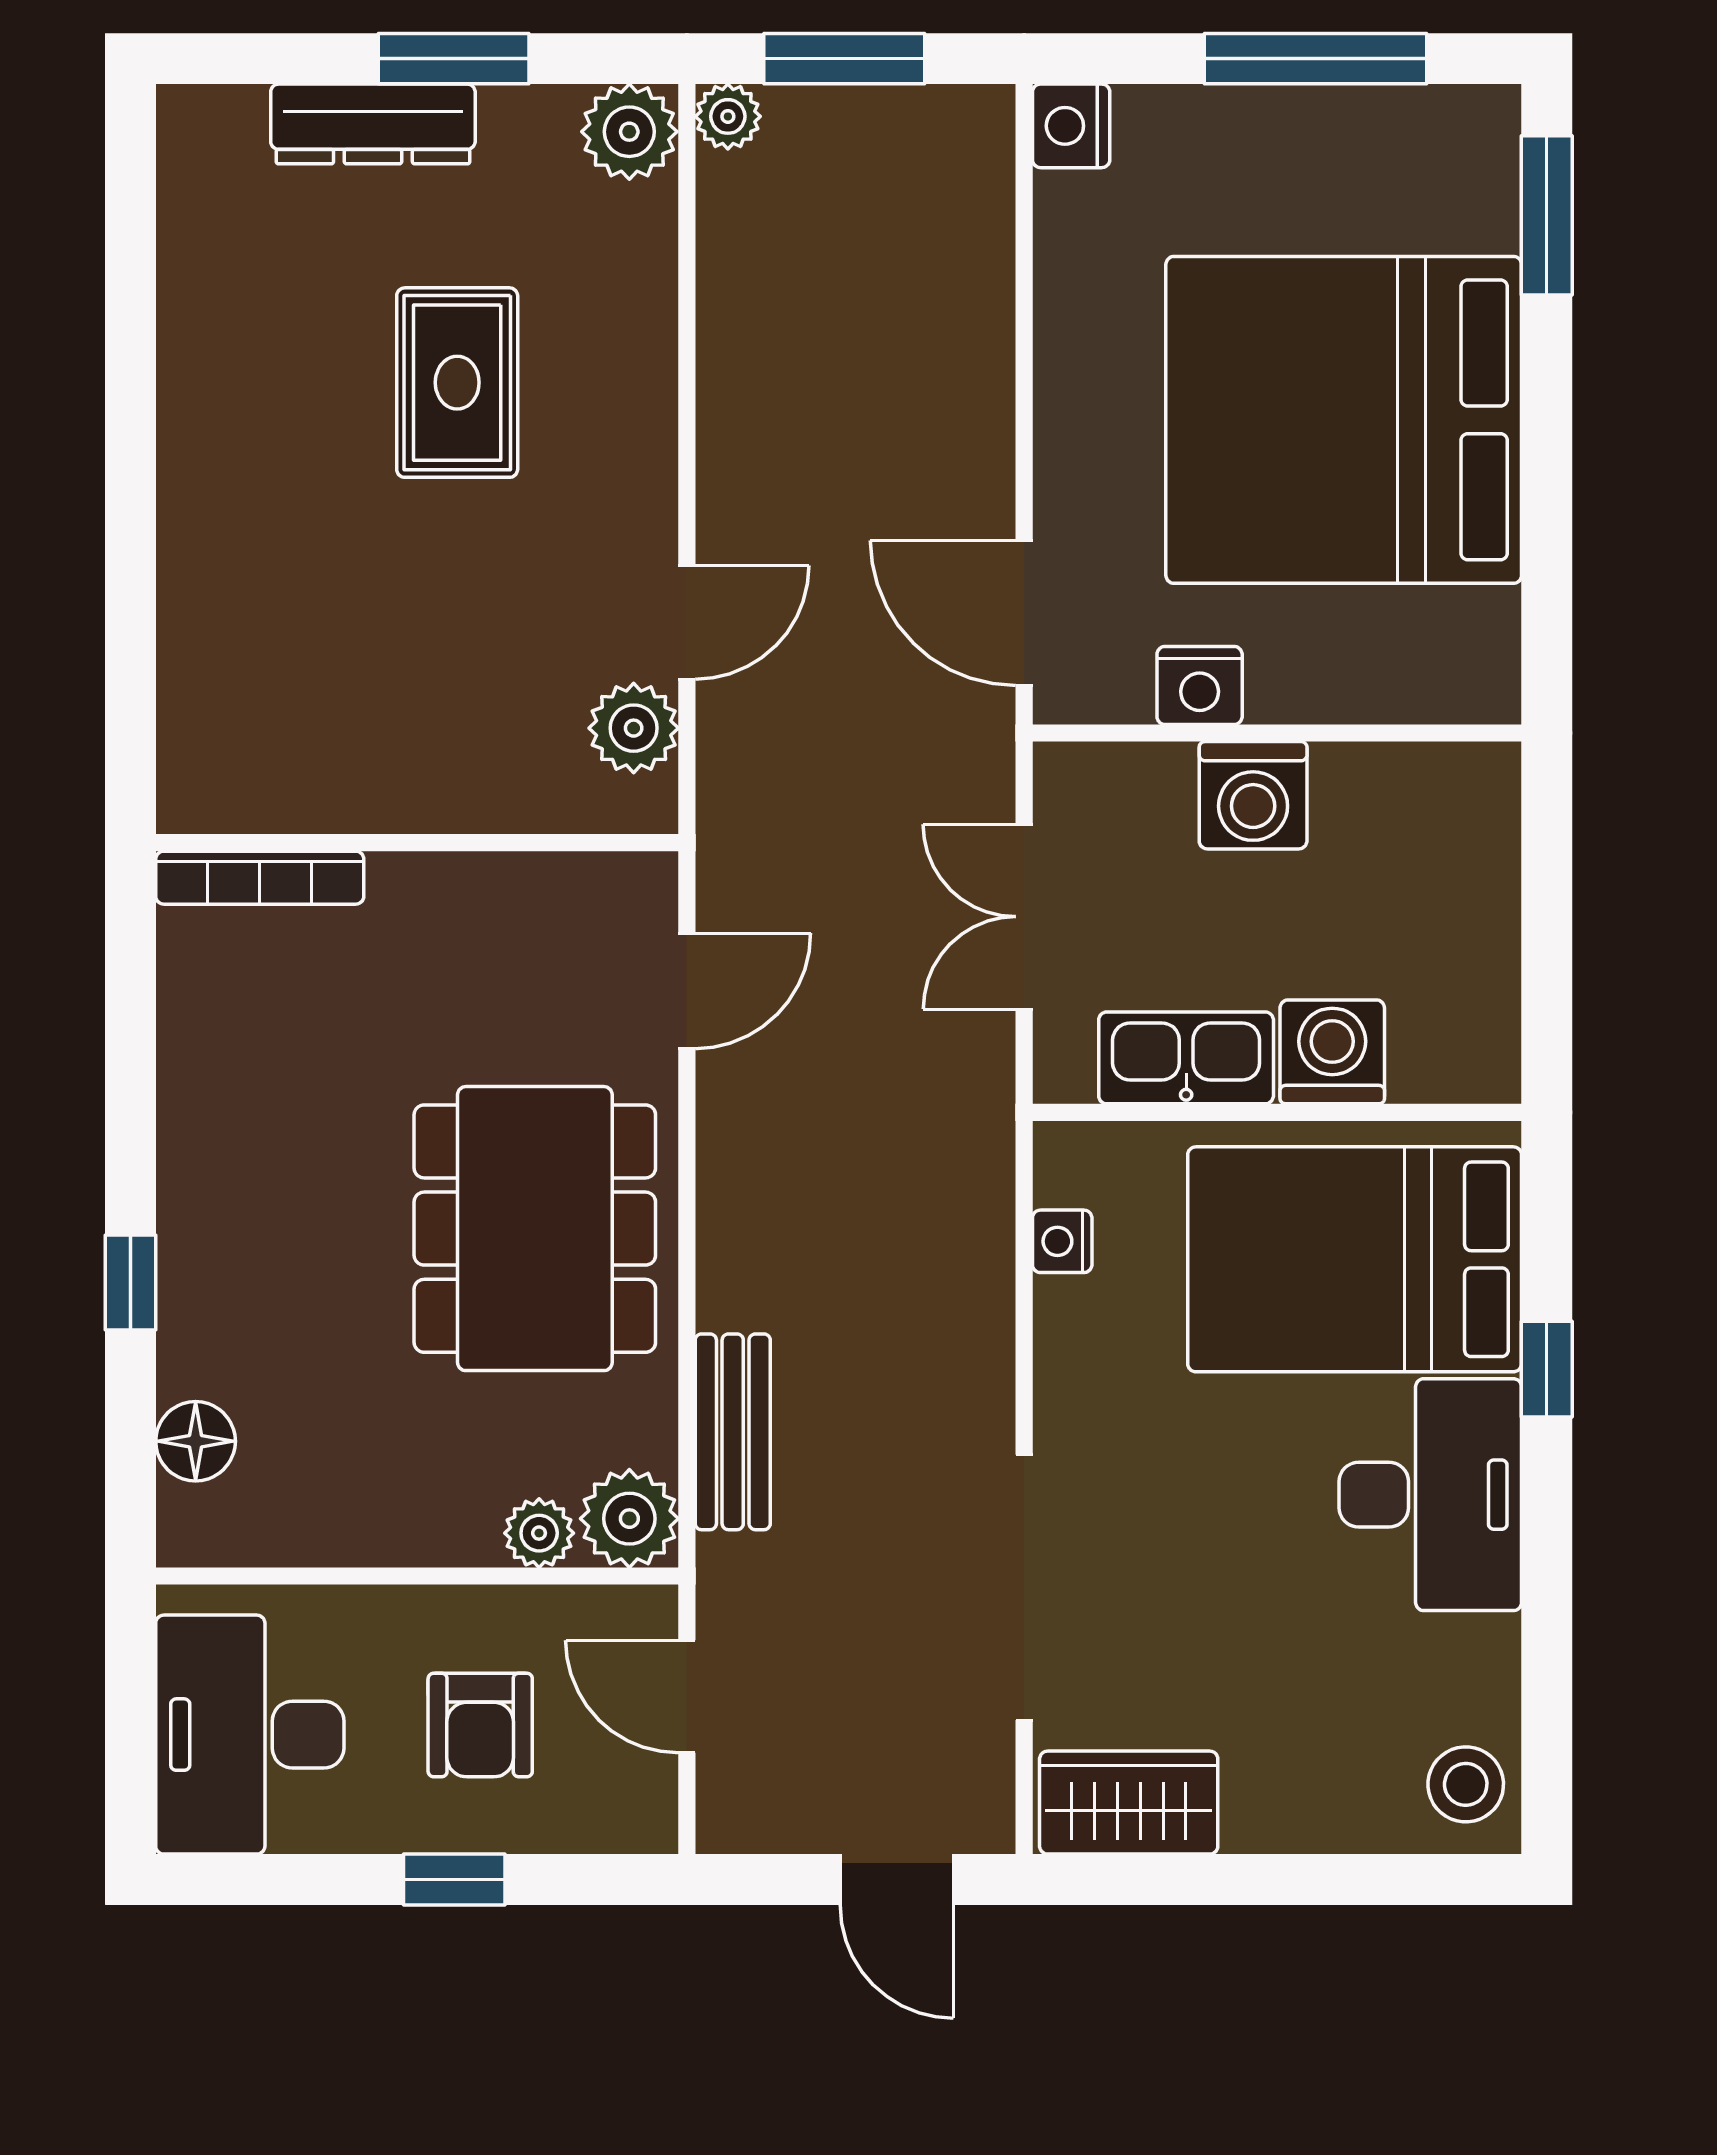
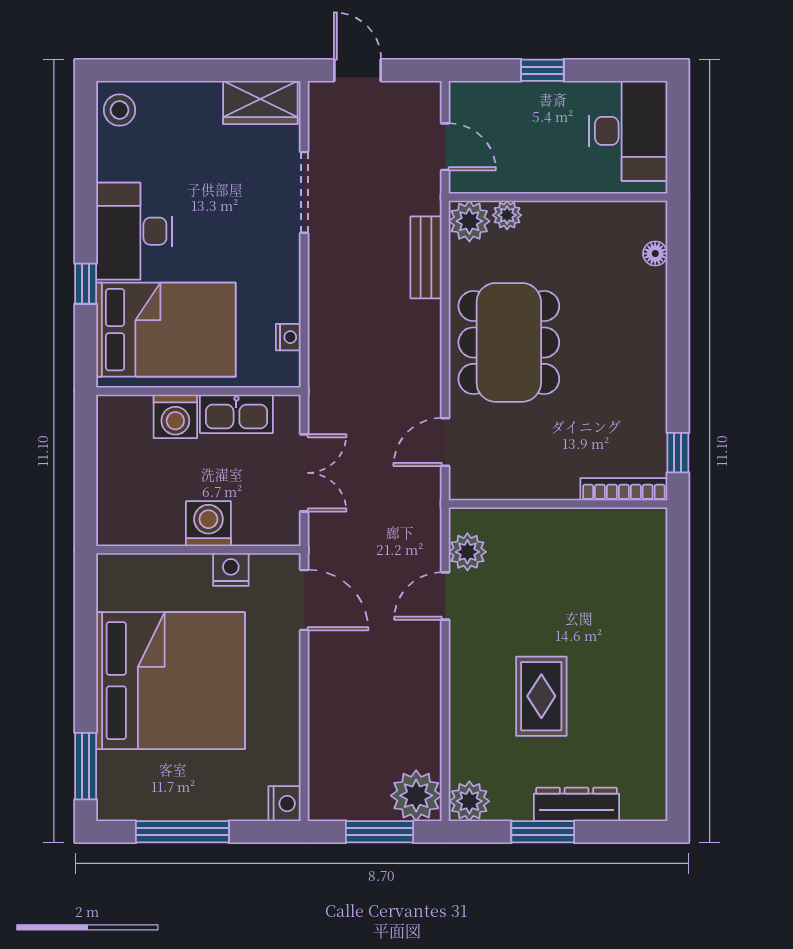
plant: (728, 116) -> (416, 796), width x1.88, depth x1.88
window: (130, 1282) -> (678, 453), moved
floor lamp: (196, 1441) -> (655, 254), width x0.73, depth x0.73
doorway: (1024, 1587) -> (304, 192), width x0.73
armchair: (480, 1725) -> (532, 135), removed

